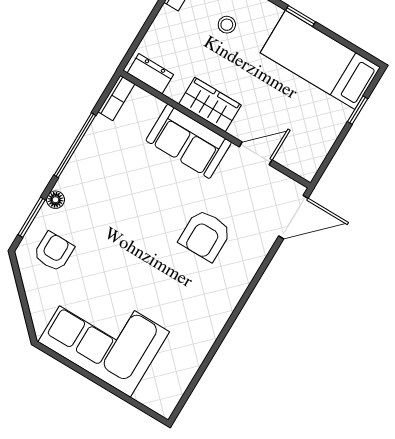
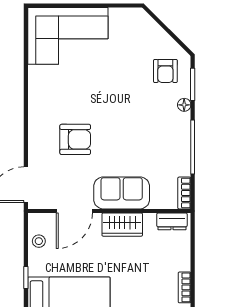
stool: (227, 25) -> (39, 241), moved
door: (256, 153) -> (74, 211), width x1.38
armchair: (205, 235) -> (75, 139), turned 90
corner sofa: (104, 337) -> (68, 36), moved

